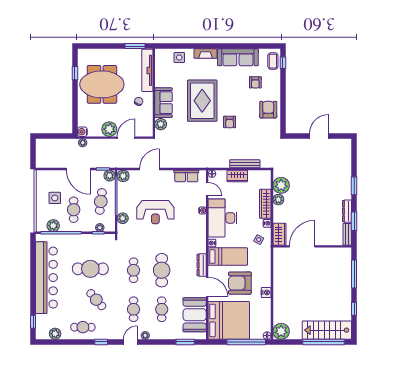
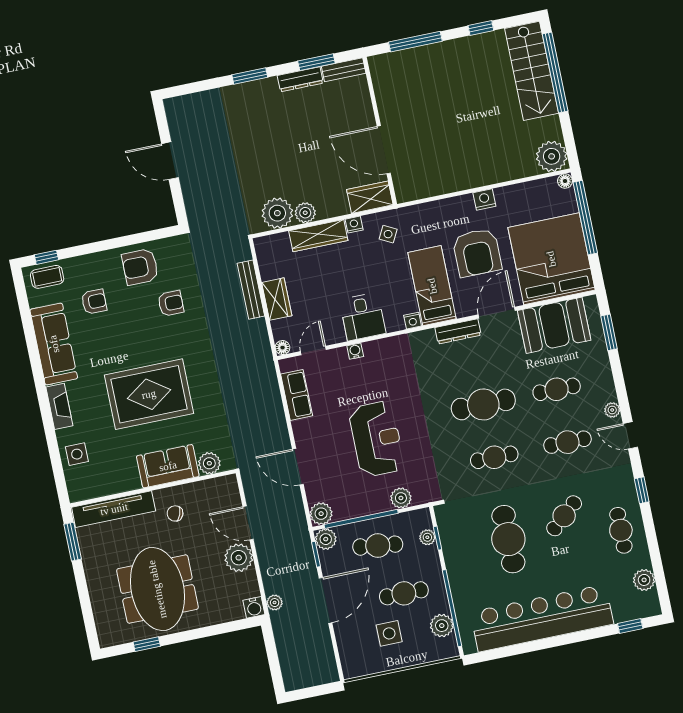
armchair: (230, 122) -> (171, 303), moved
desk: (223, 218) -> (363, 317), width x0.53, depth x0.77

